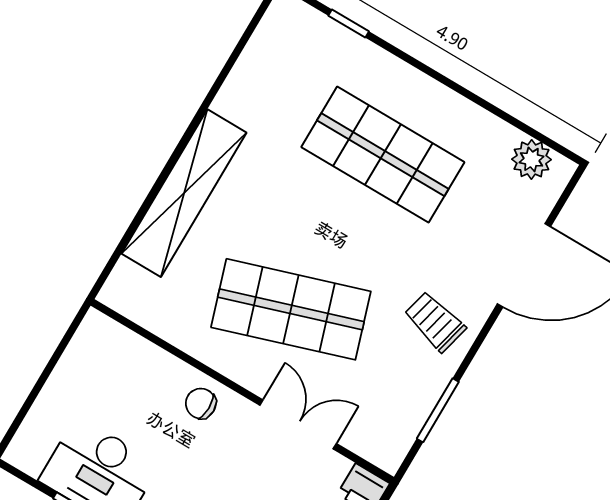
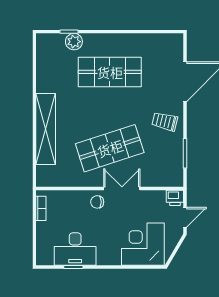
plant: (531, 159) -> (74, 42), moved
bookcase: (79, 349) -> (41, 208), added
double door: (298, 424) -> (122, 189), moved

